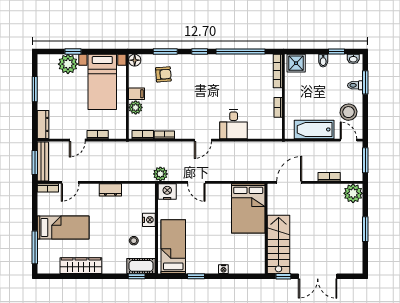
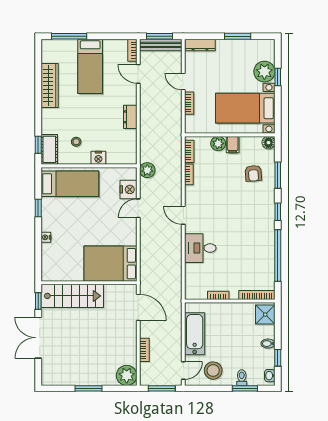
nightstand: (167, 192) -> (128, 189), moved

